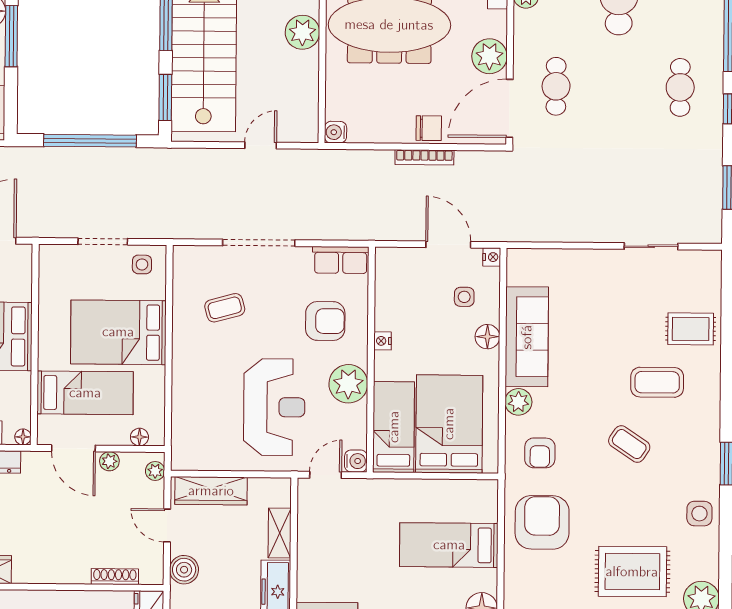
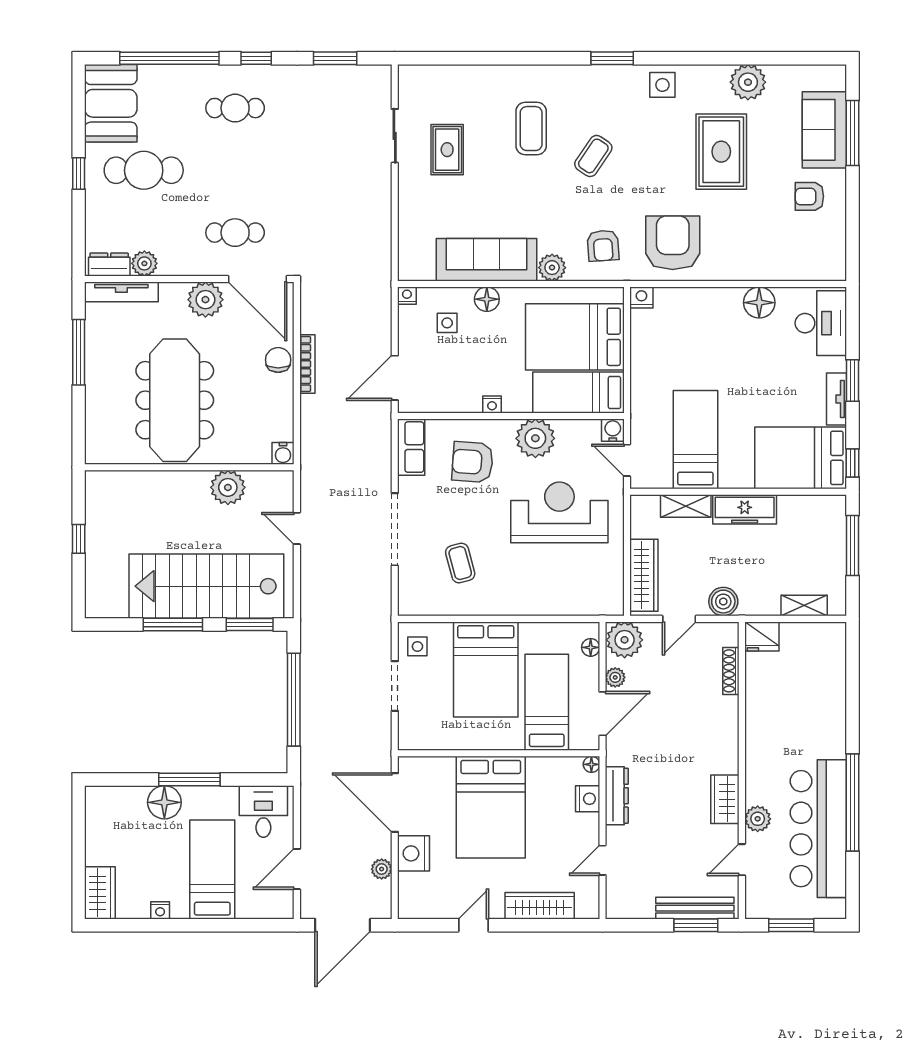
plant: (302, 32) -> (228, 487), moved
door: (448, 244) -> (395, 378), moved
armchair: (325, 321) -> (473, 462), turned -86
rug: (691, 329) -> (447, 150), moved
armchair: (540, 453) -> (603, 246), turned 86
plant: (155, 471) -> (625, 640), width x1.87, depth x1.87
nightstand: (488, 491) -> (641, 298), added
armchair: (542, 522) -> (673, 243), turned 90
bed: (449, 545) -> (695, 440), moved, turned 180

